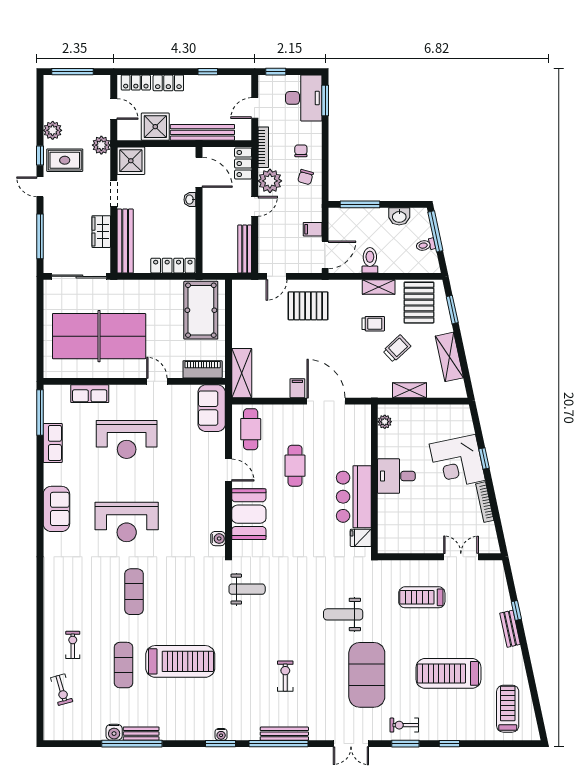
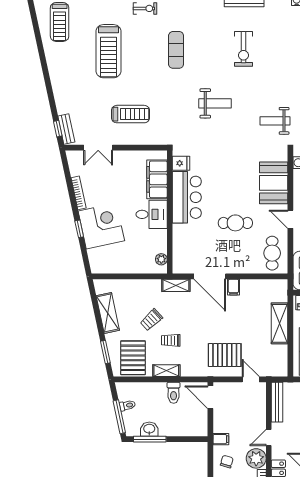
window: (360, 204) -> (150, 439), moved
filing cabinet: (313, 229) -> (221, 439), moved
door: (325, 255) -> (210, 397), hinge flipped
door: (276, 276) -> (251, 379), hinge flipped
shelving: (242, 373) -> (280, 323), moved
shelving: (409, 390) -> (176, 285), moved
cafe table: (295, 466) -> (235, 223), turned 90
filing cabinet: (390, 518) -> (157, 179), added
window: (516, 610) -> (58, 129), moved
weight bench: (343, 614) -> (215, 103), moved
bench: (510, 629) -> (66, 129), moved
treadmill: (449, 673) -> (108, 51), turned 90
exercise mat: (367, 675) -> (176, 50), width x0.50, depth x0.69
exercise bike: (285, 676) -> (243, 49), width x1.38, depth x1.39

